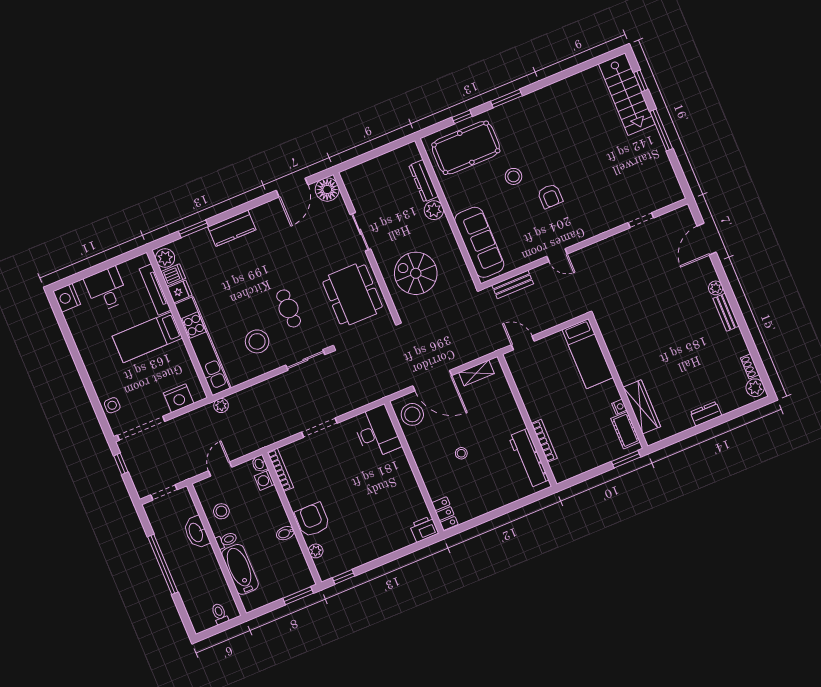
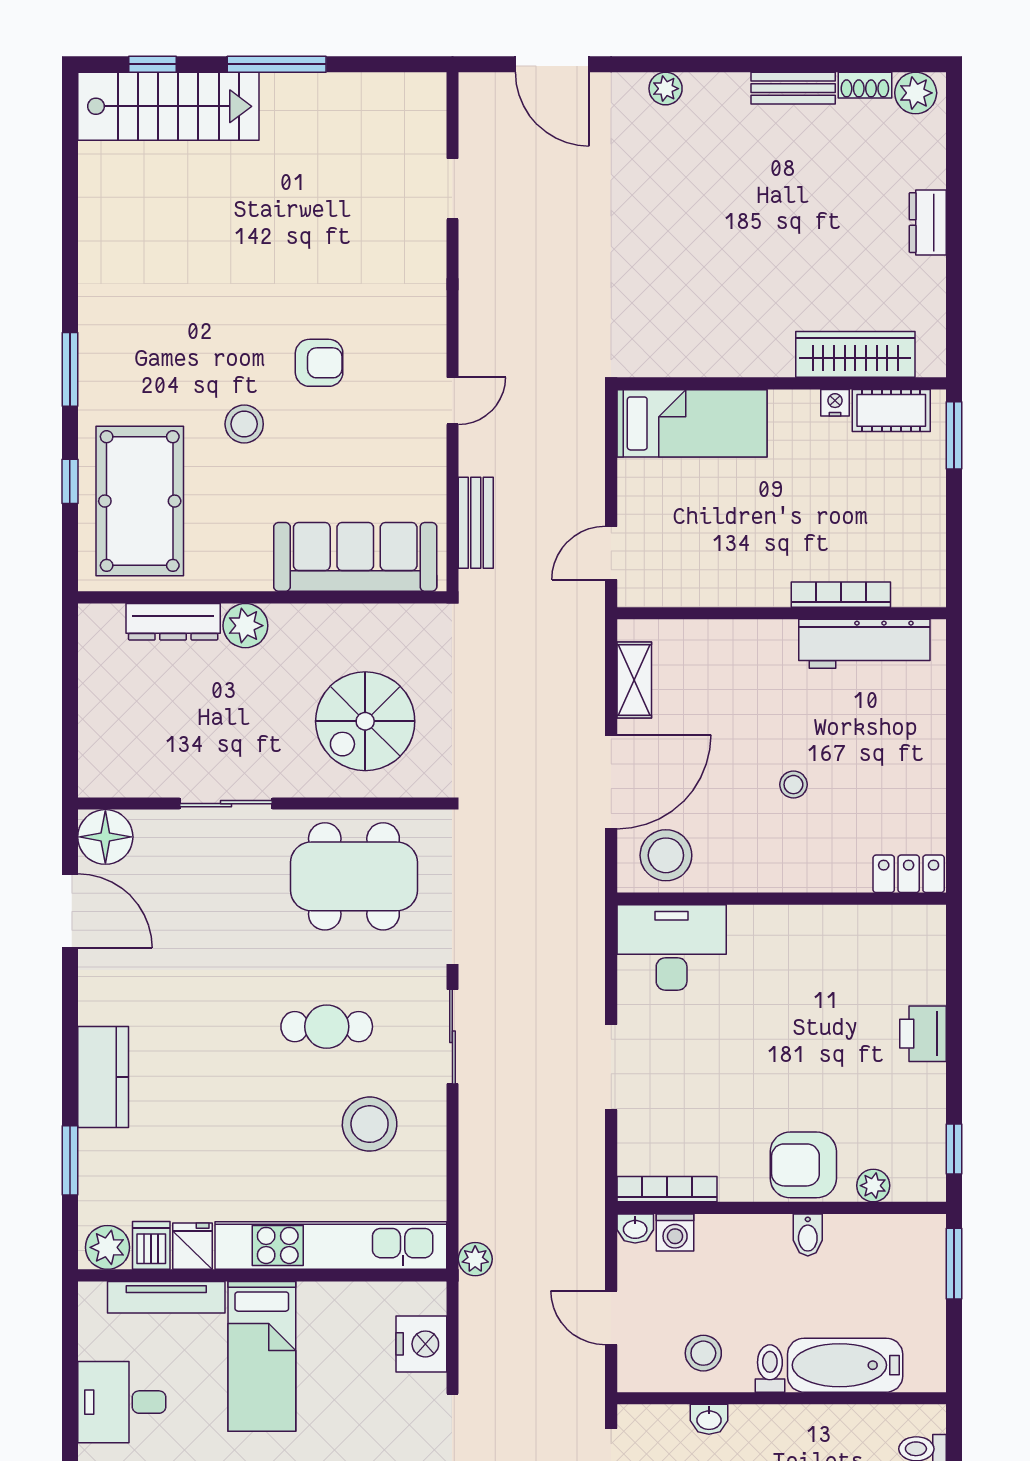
bench: (726, 312) -> (793, 88), moved
printer: (424, 529) -> (923, 1034), moved
washbasin: (196, 532) -> (709, 1419), width x0.52, depth x0.69

